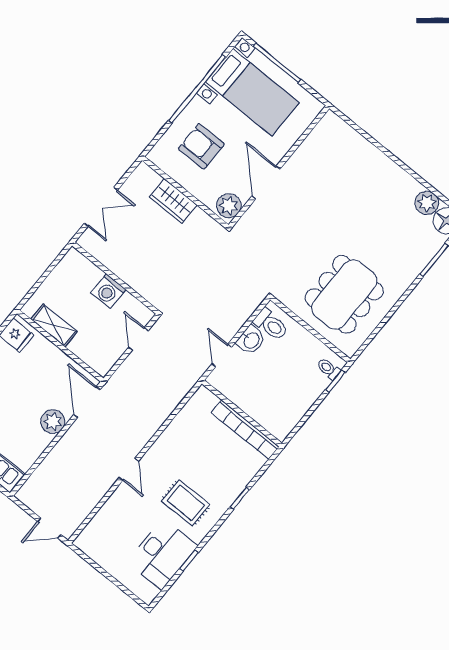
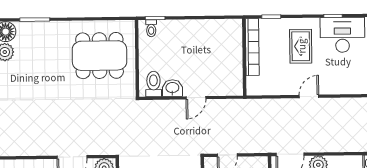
wall: (242, 413) -> (244, 57), moved
bookcase: (245, 430) -> (252, 47), moved

